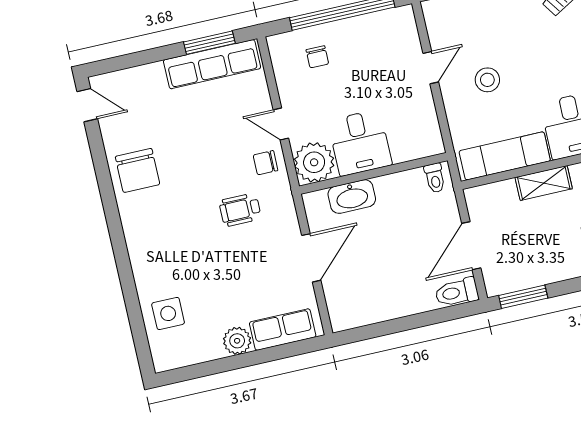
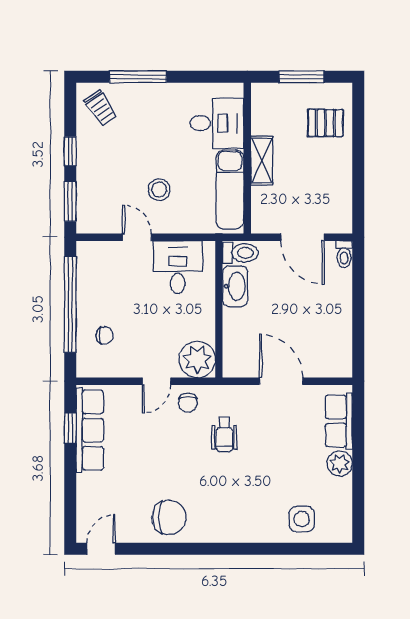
window: (209, 43) -> (70, 428), width x0.67
desk: (360, 143) -> (178, 267), moved, turned -90
toilet: (435, 178) -> (240, 253), width x1.37, depth x1.39
washbasin: (352, 197) -> (235, 286), moved
toilet: (457, 292) -> (344, 254), width x0.73, depth x0.72
window: (523, 297) -> (358, 201), removed

